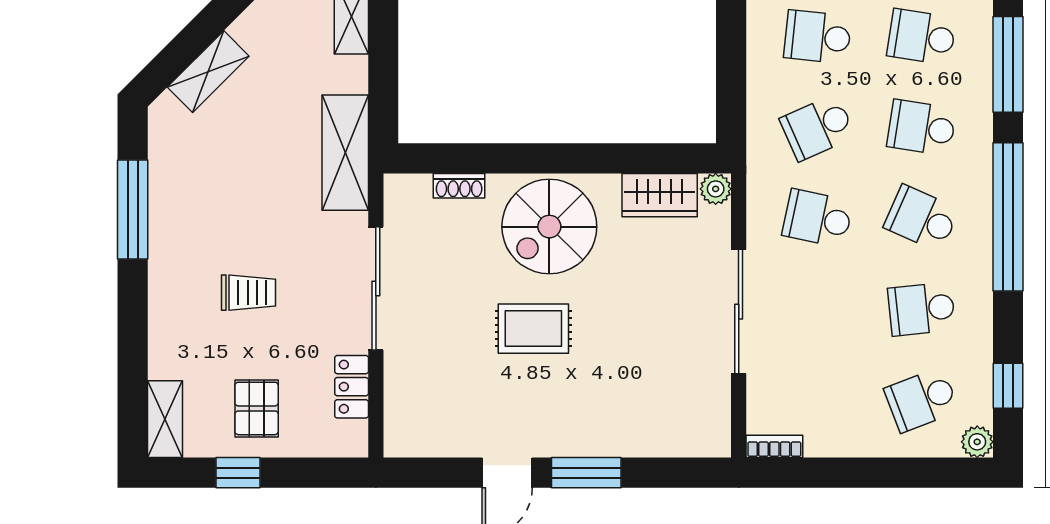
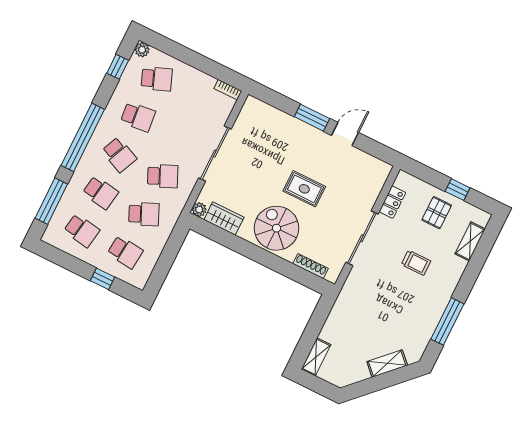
shelving: (345, 153) -> (347, 301), removed
shoe rack: (459, 186) -> (310, 266), width x1.43
school desk: (818, 218) -> (163, 176), turned -36
spiral stairs: (549, 227) -> (277, 228), turned -90
trolley: (249, 293) -> (416, 263), turned 180
shelving: (165, 419) -> (470, 241), moved

